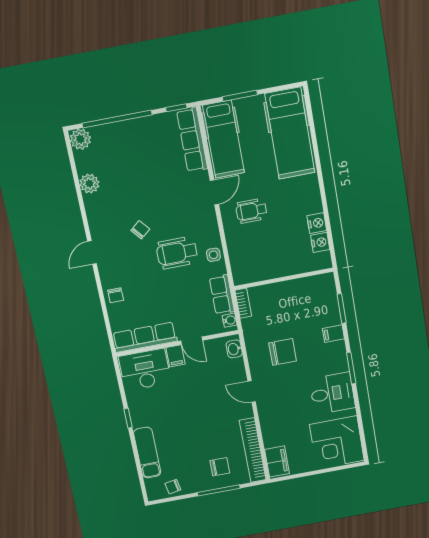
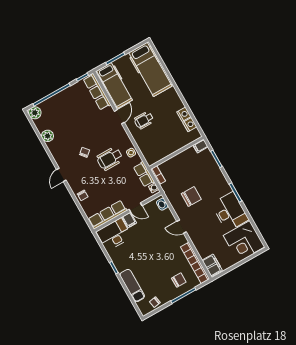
filing cabinet: (333, 334) -> (201, 146), moved
desk: (332, 393) -> (230, 212), width x1.37

